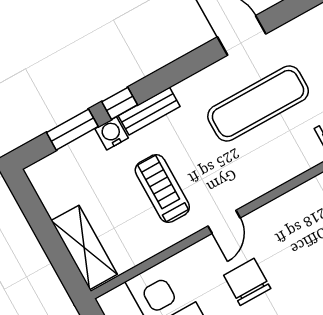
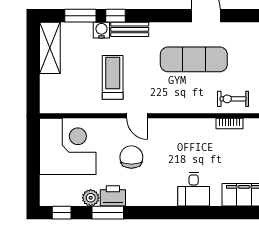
door: (224, 222) -> (137, 116), hinge flipped
shelving: (84, 247) -> (50, 48), moved

